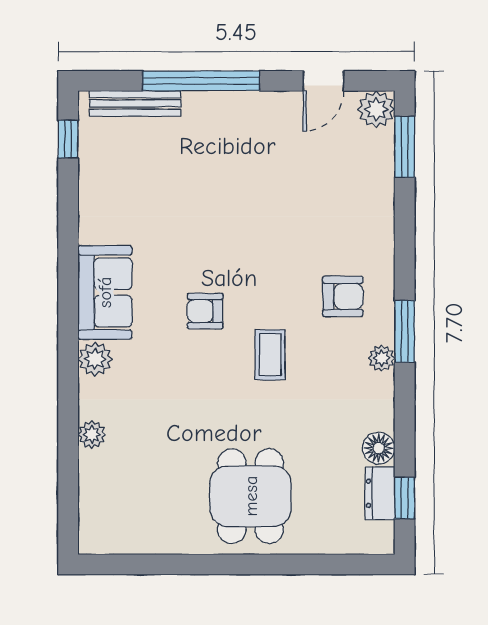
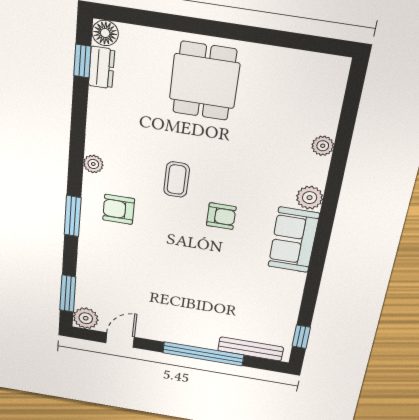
window: (405, 331) -> (73, 216), moved
floor lamp: (379, 448) -> (105, 33), moved

